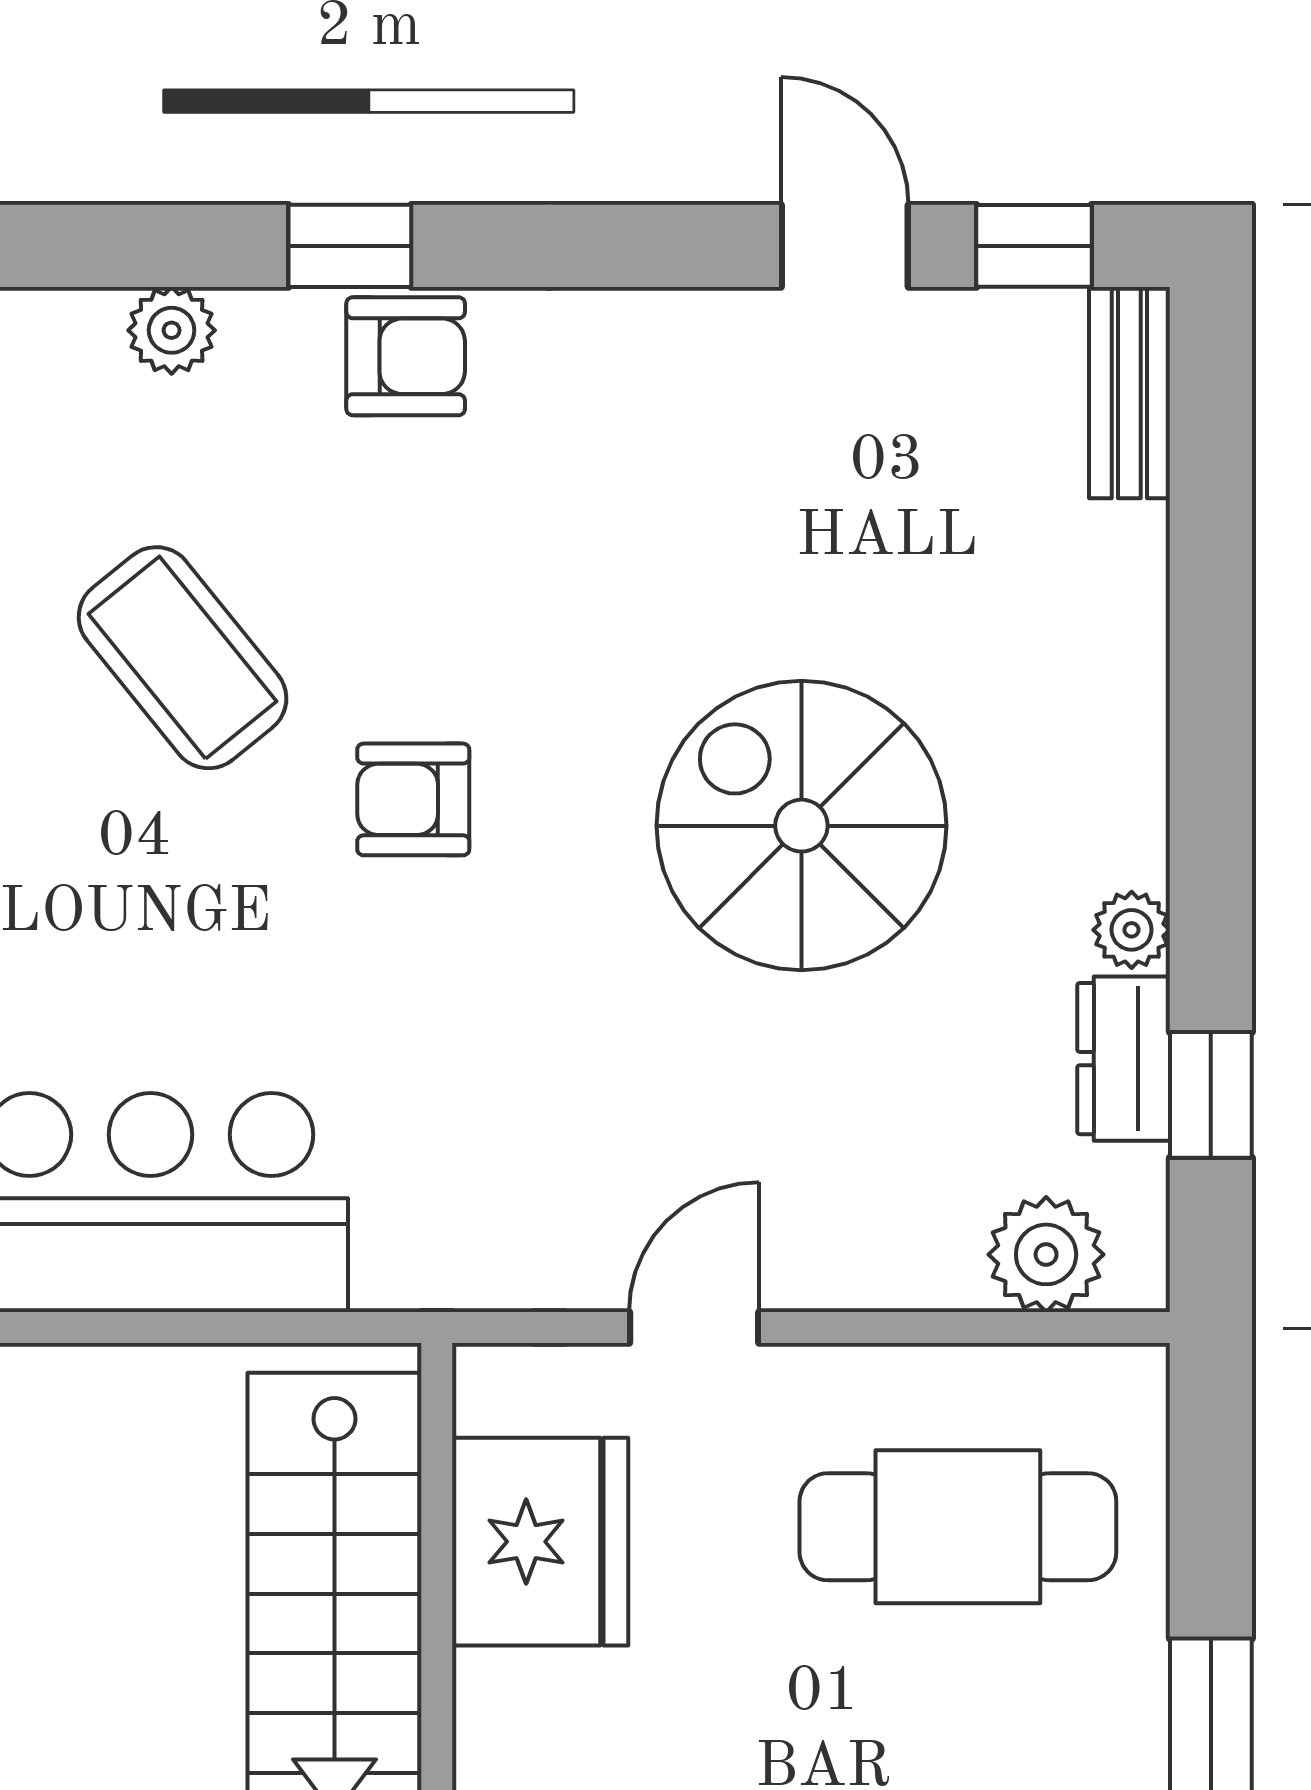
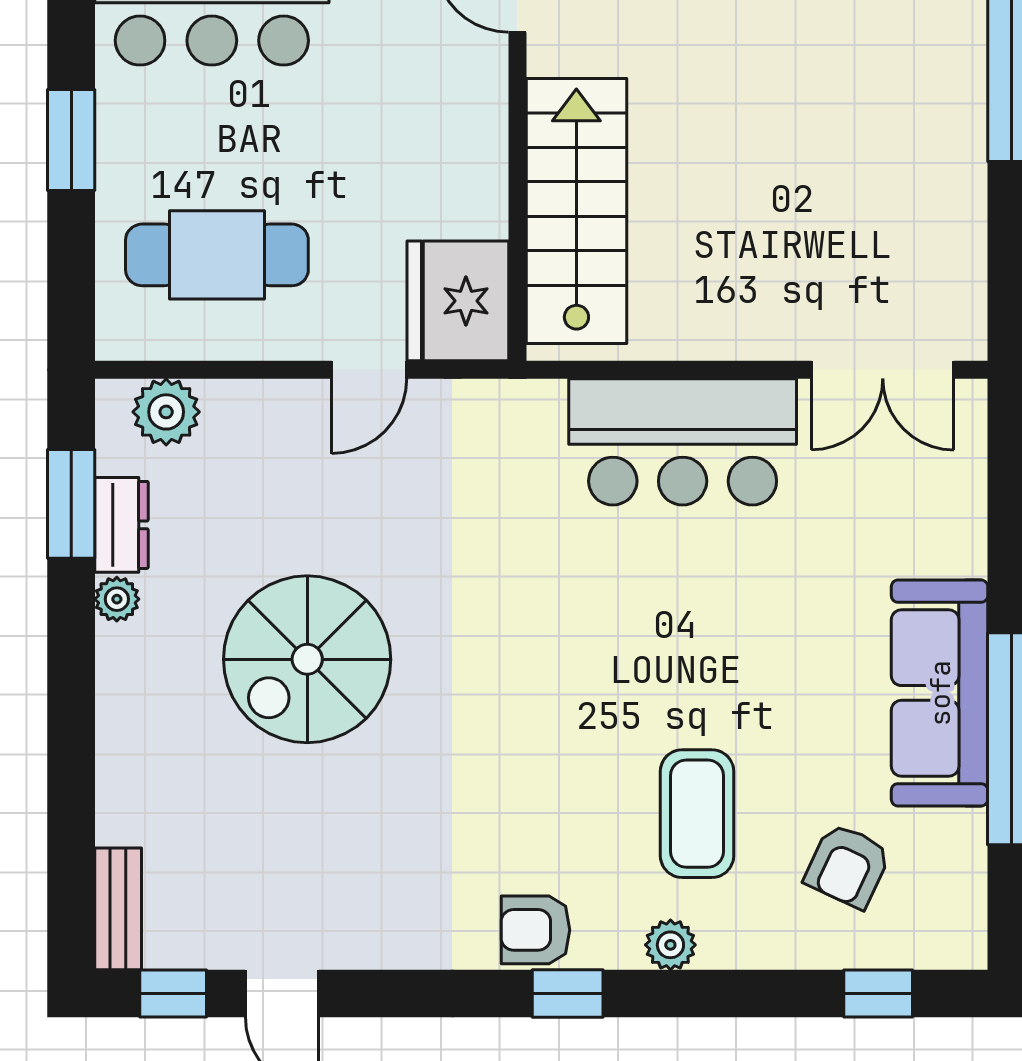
coffee table: (183, 658) -> (697, 814), moved, turned 39
armchair: (413, 799) -> (531, 674), removed
spiral stairs: (801, 826) -> (307, 659), turned 90
window: (1211, 1095) -> (71, 504), width x1.50
fridge: (540, 1542) -> (458, 301), moved

